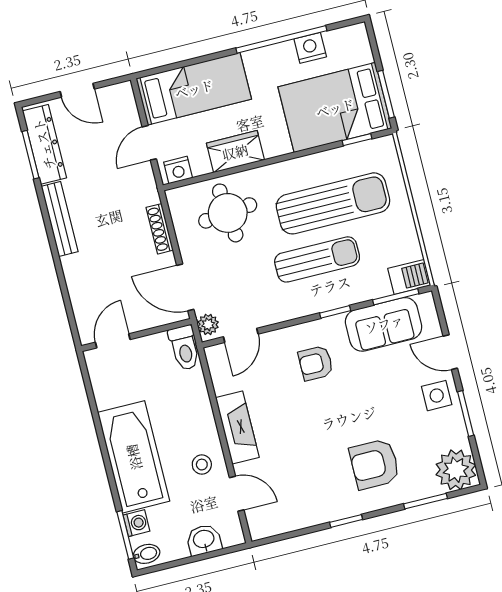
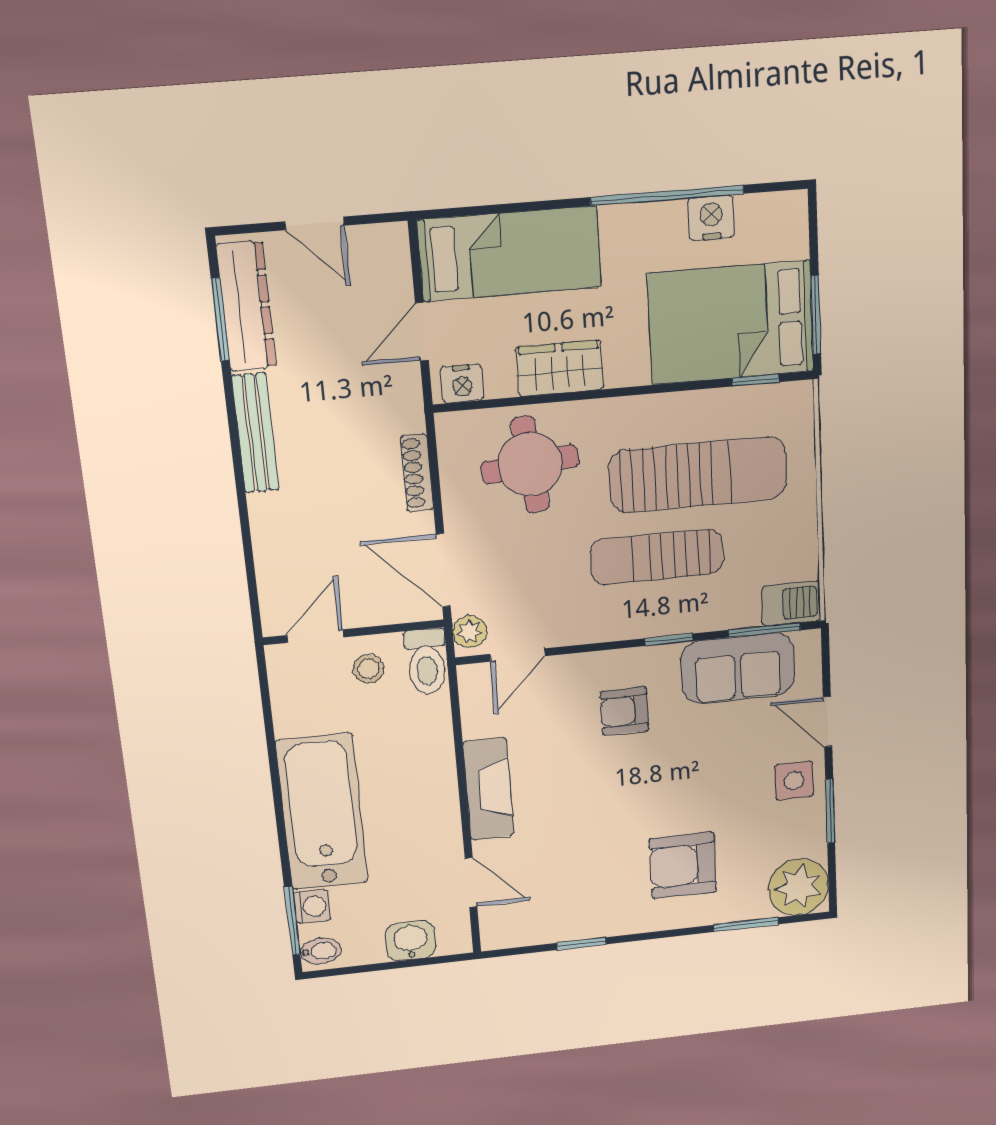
sun lounger: (317, 259) -> (657, 557), turned 180
stool: (202, 465) -> (368, 669), moved
window: (346, 521) -> (581, 944), moved

